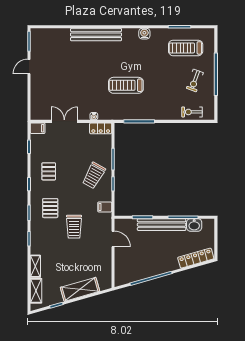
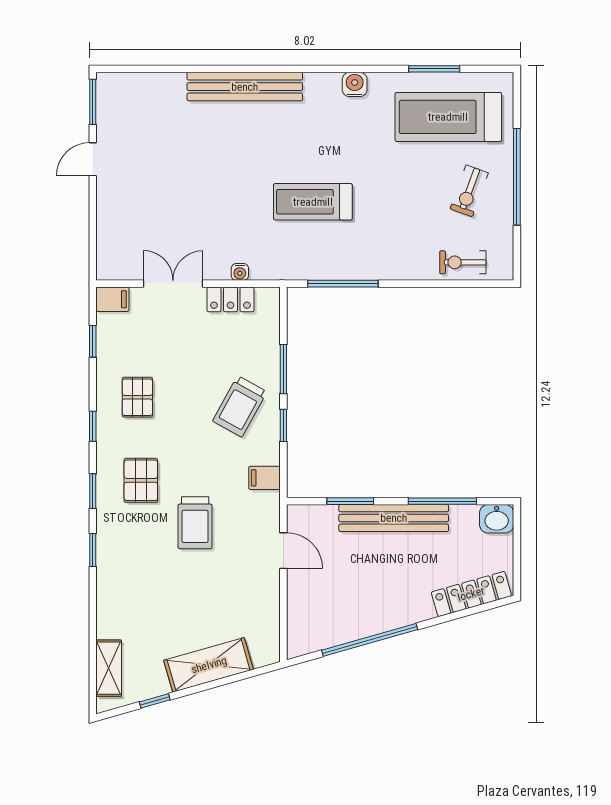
treadmill: (186, 48) -> (448, 117), width x1.37, depth x1.38
locker: (101, 128) -> (230, 299), moved
washbasin: (194, 225) -> (497, 519), moved
shelving: (35, 266) -> (107, 612), removed

